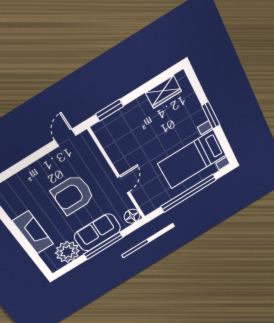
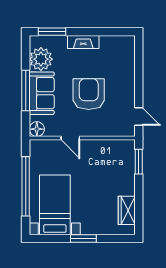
fireplace: (33, 232) -> (83, 42), width x0.73, depth x0.76
window: (37, 259) -> (52, 32), added

